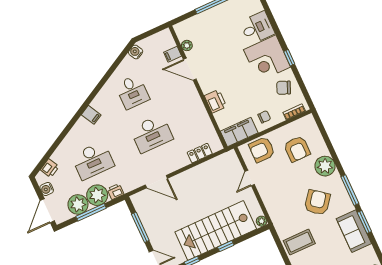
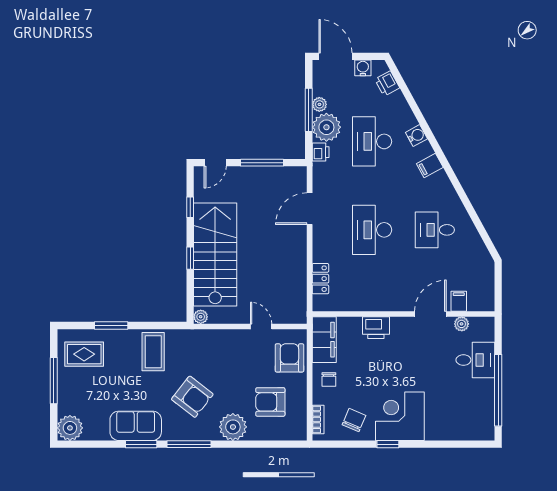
desk: (257, 28) -> (475, 360), moved, turned -90
water cooler: (136, 52) -> (416, 136), moved
plant: (78, 204) -> (319, 104), width x0.53, depth x0.53

